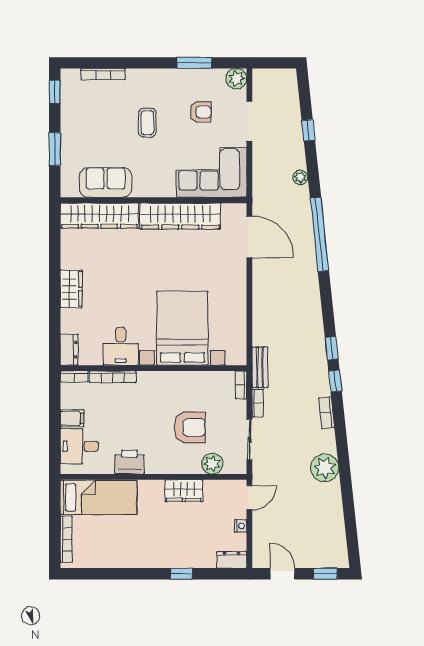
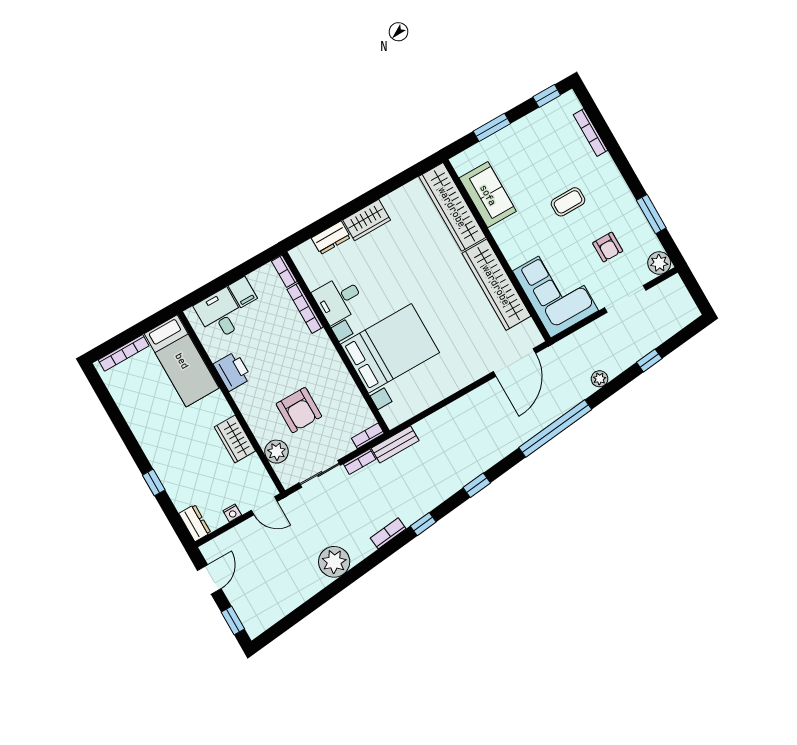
window: (332, 348) -> (477, 485), moved
dresser: (69, 350) -> (331, 238), moved

